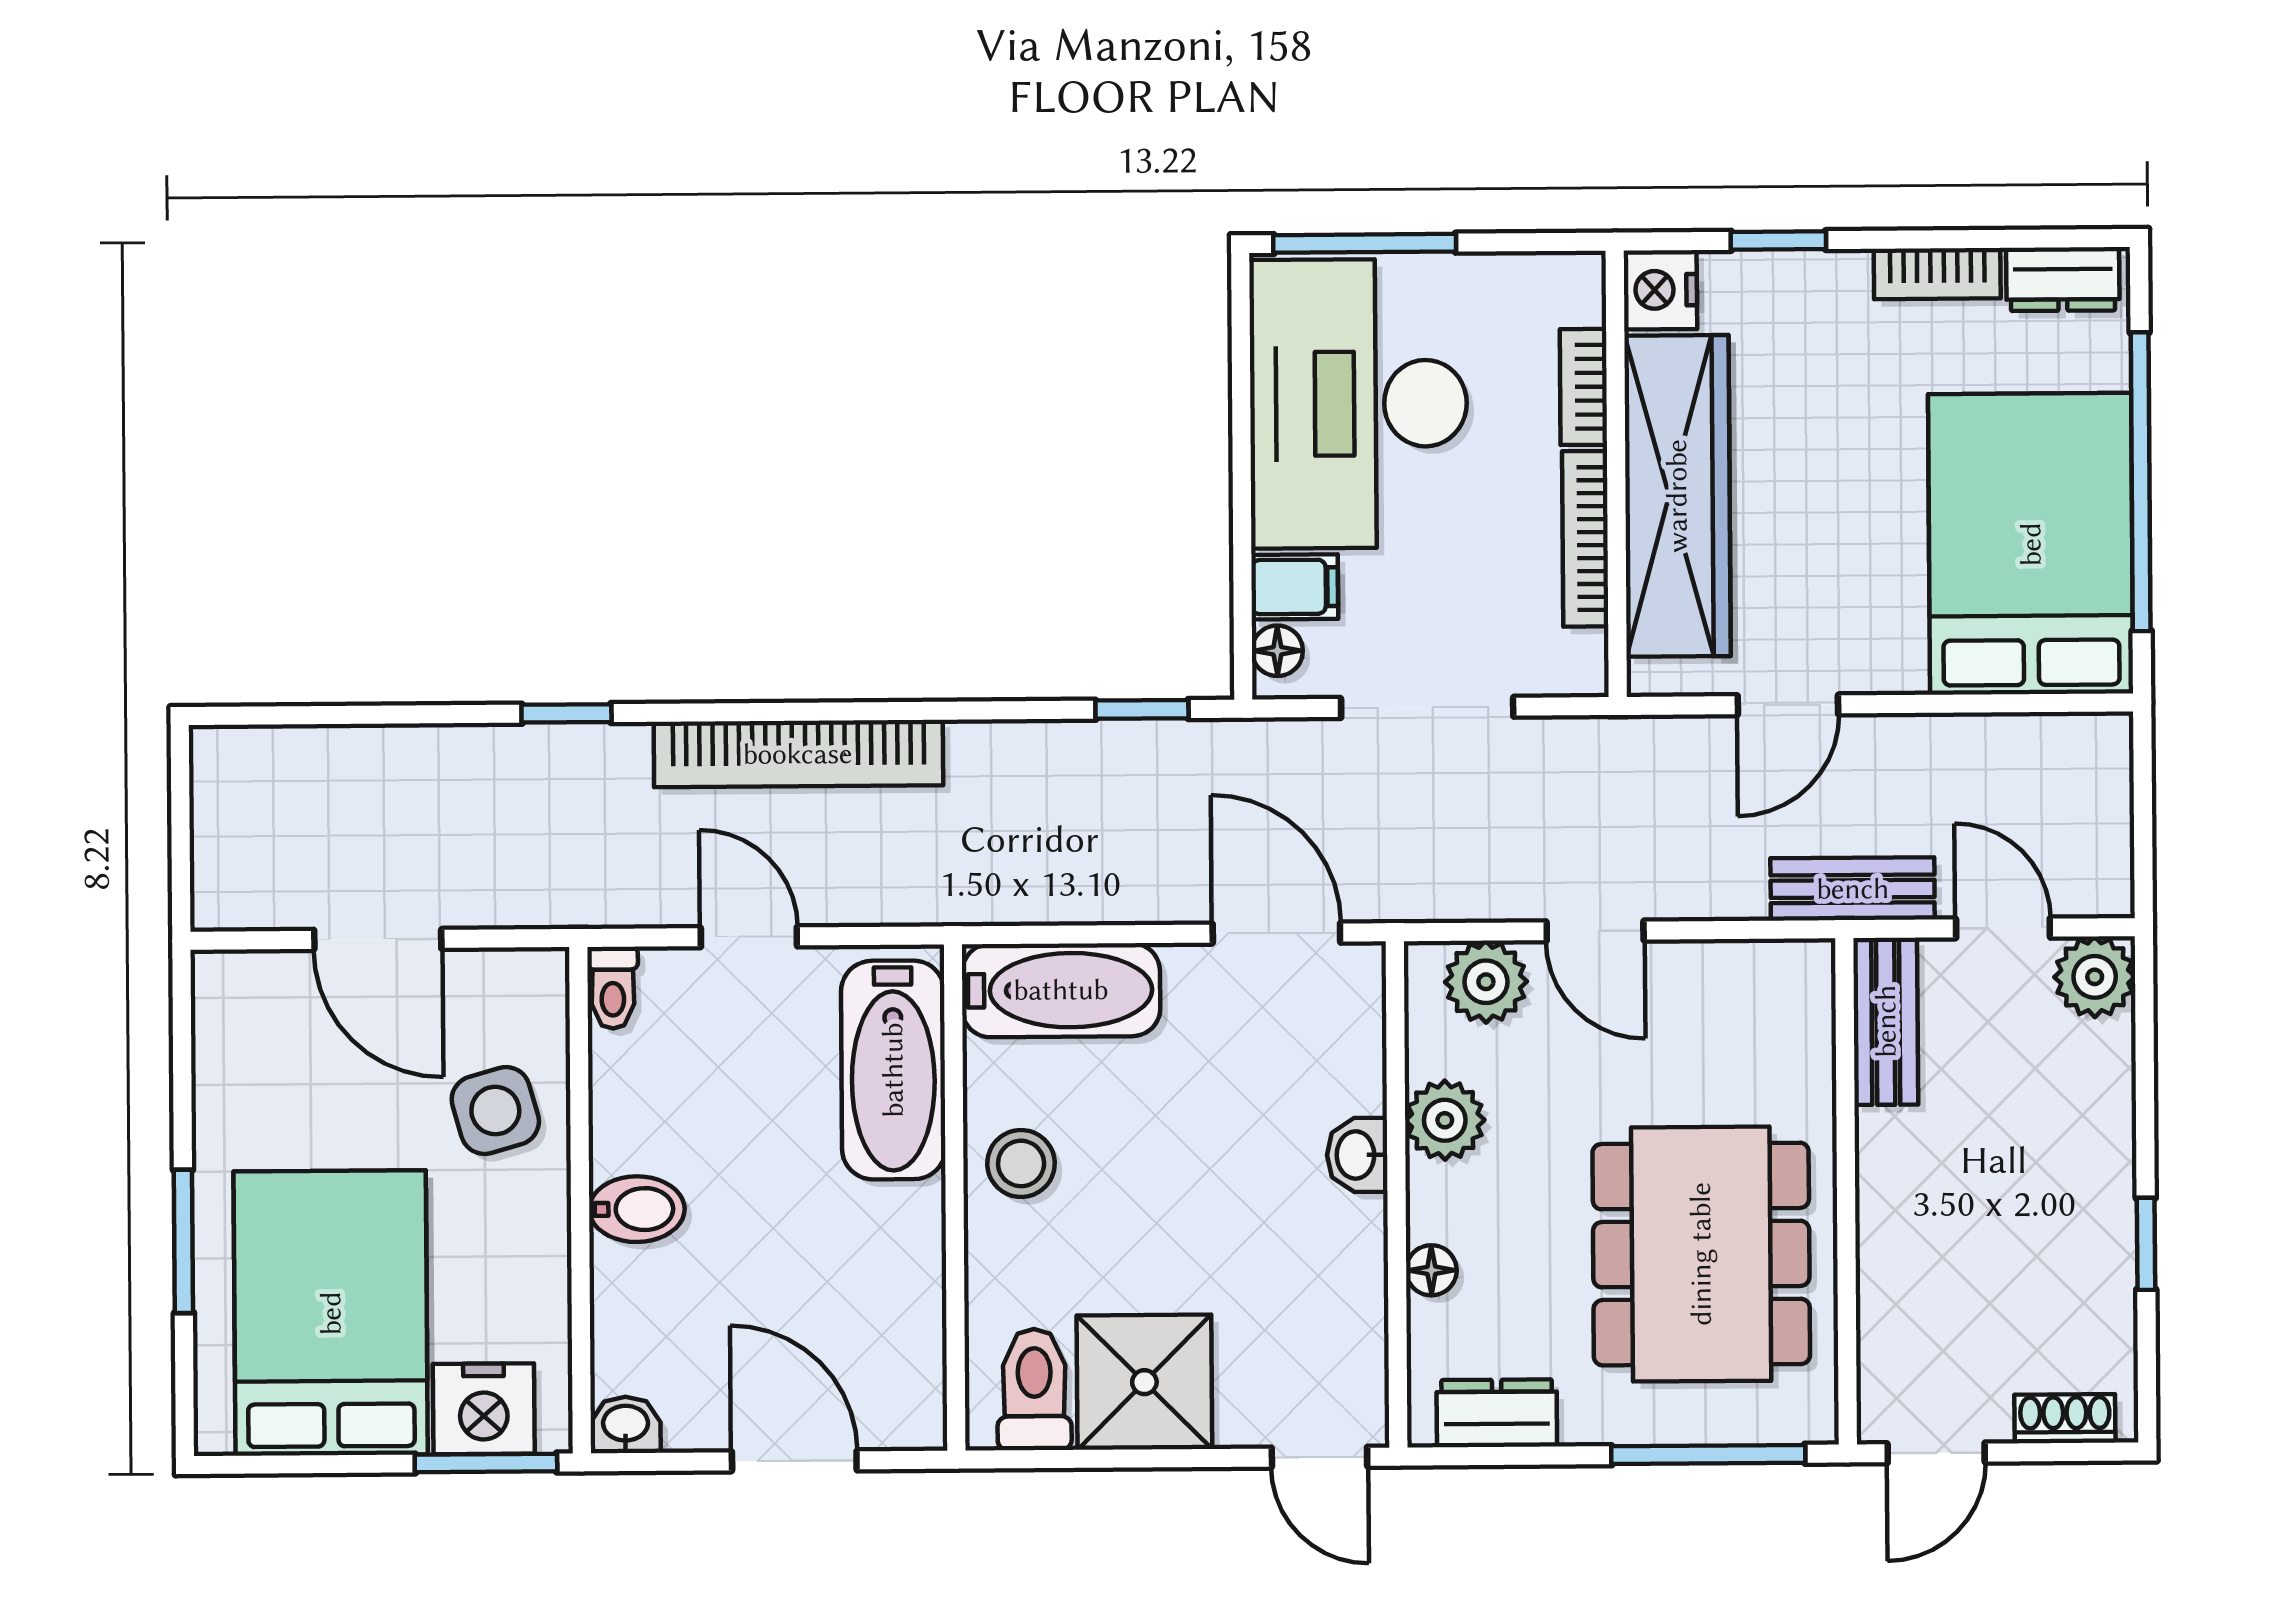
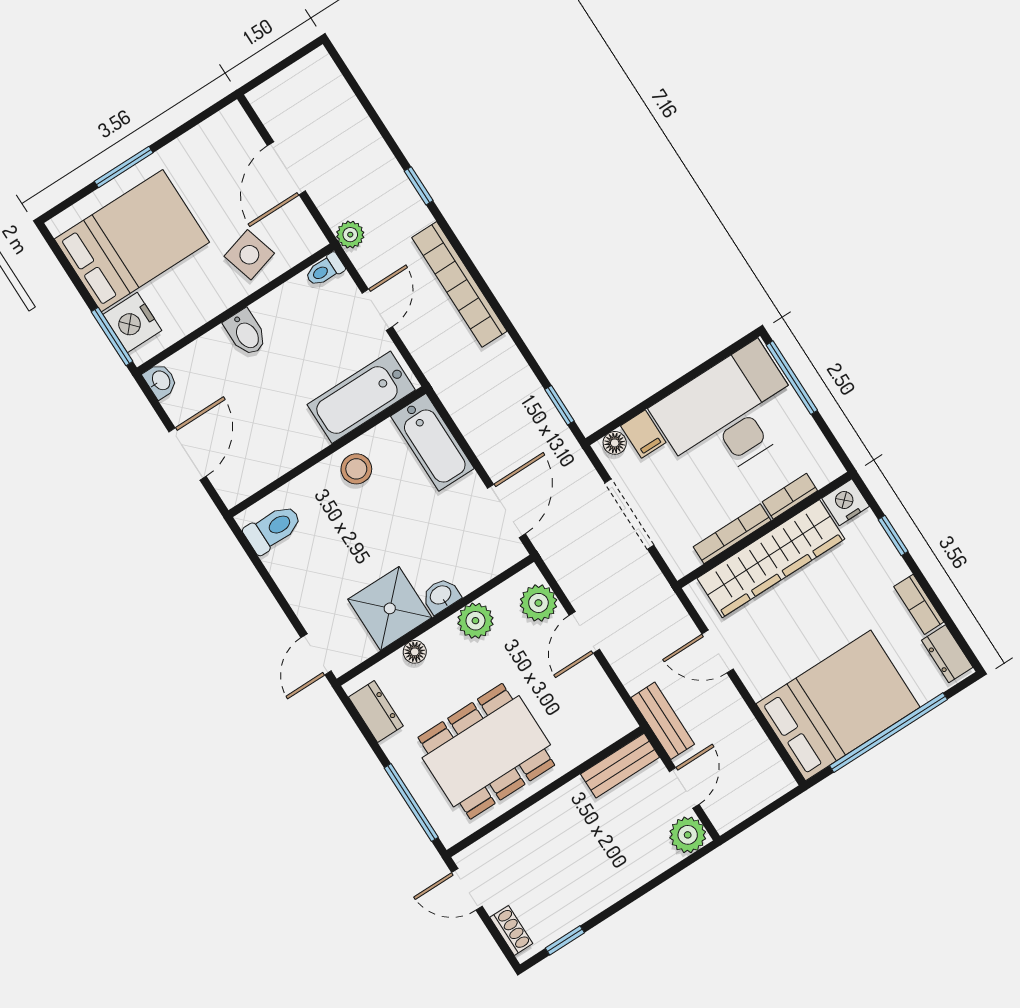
plant: (577, 898) -> (350, 235), added
window: (2146, 1244) -> (565, 940), moved
shower: (1144, 1382) -> (390, 608), moved

